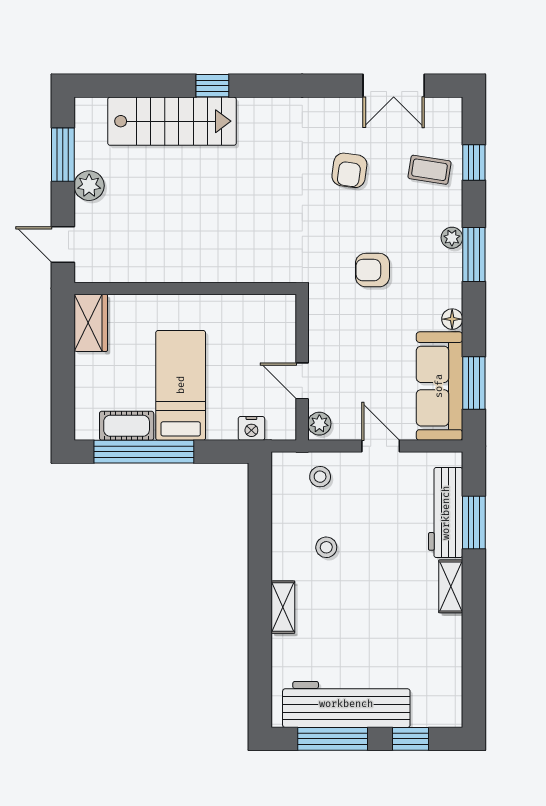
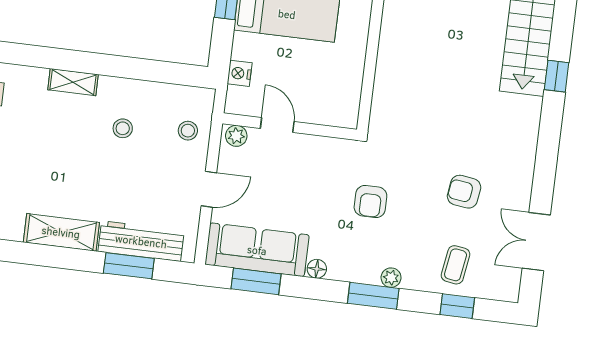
armchair: (372, 270) -> (370, 202), turned 180
door: (302, 381) -> (277, 125), hinge flipped
shelving: (451, 586) -> (61, 232), width x1.50, depth x1.33

